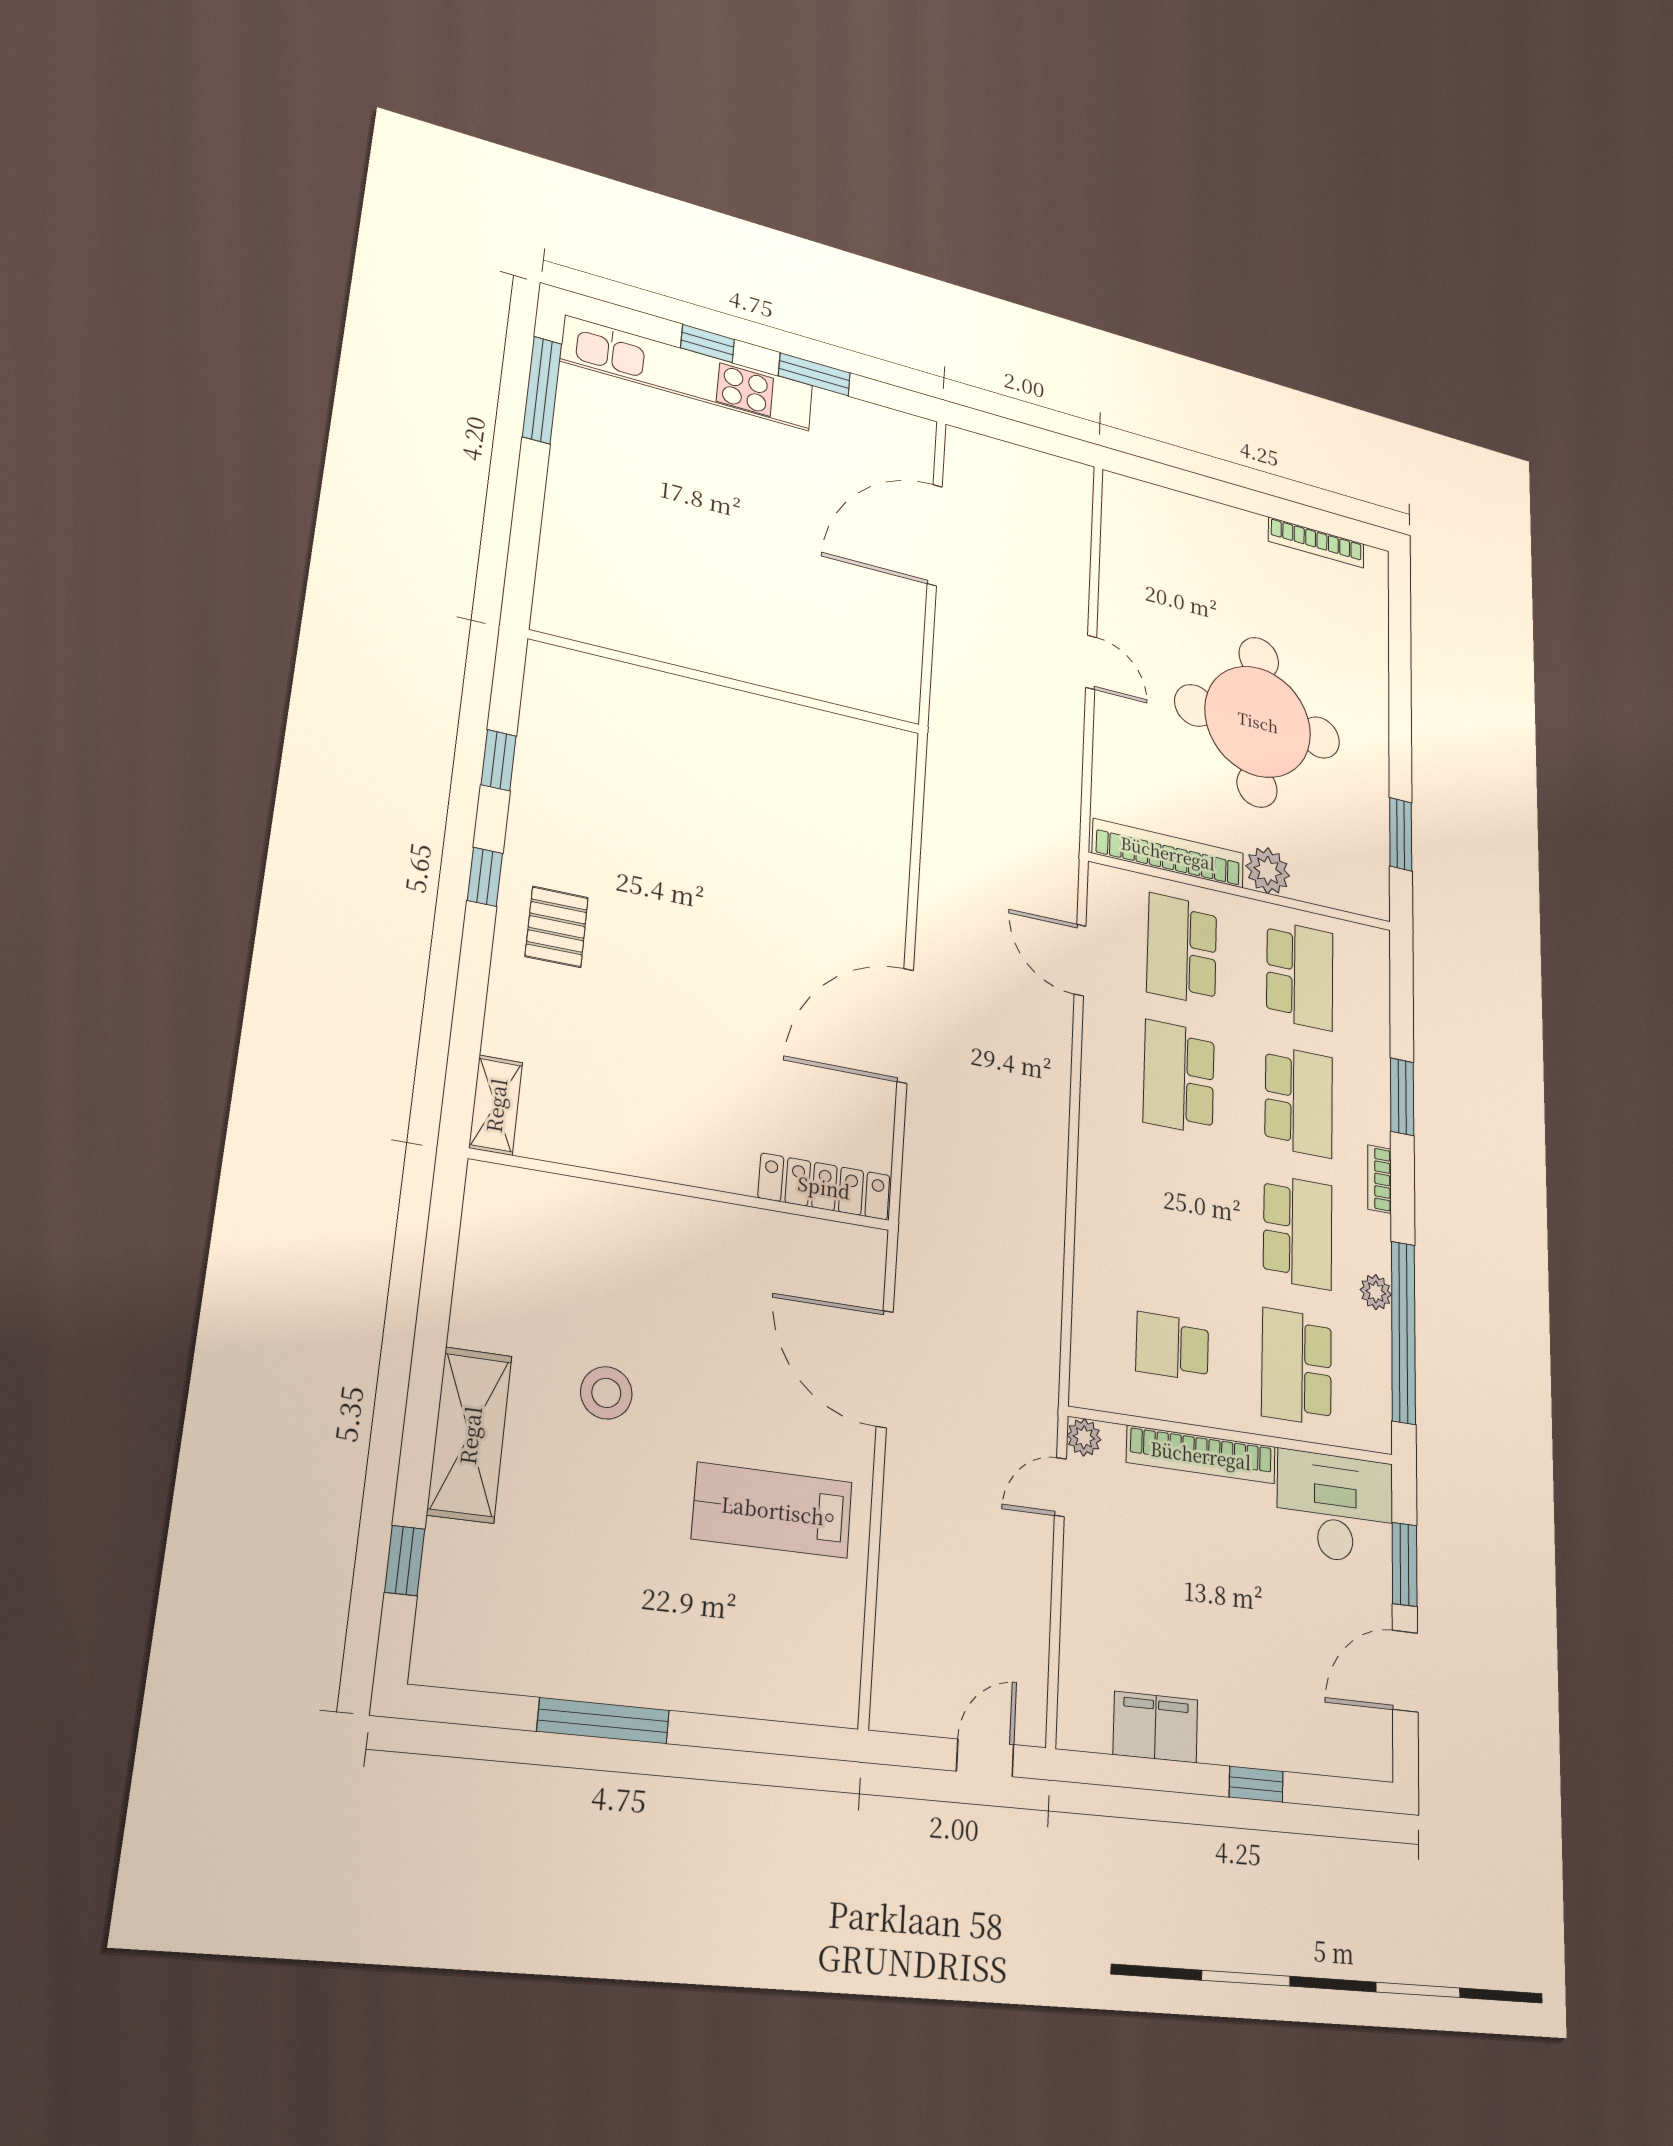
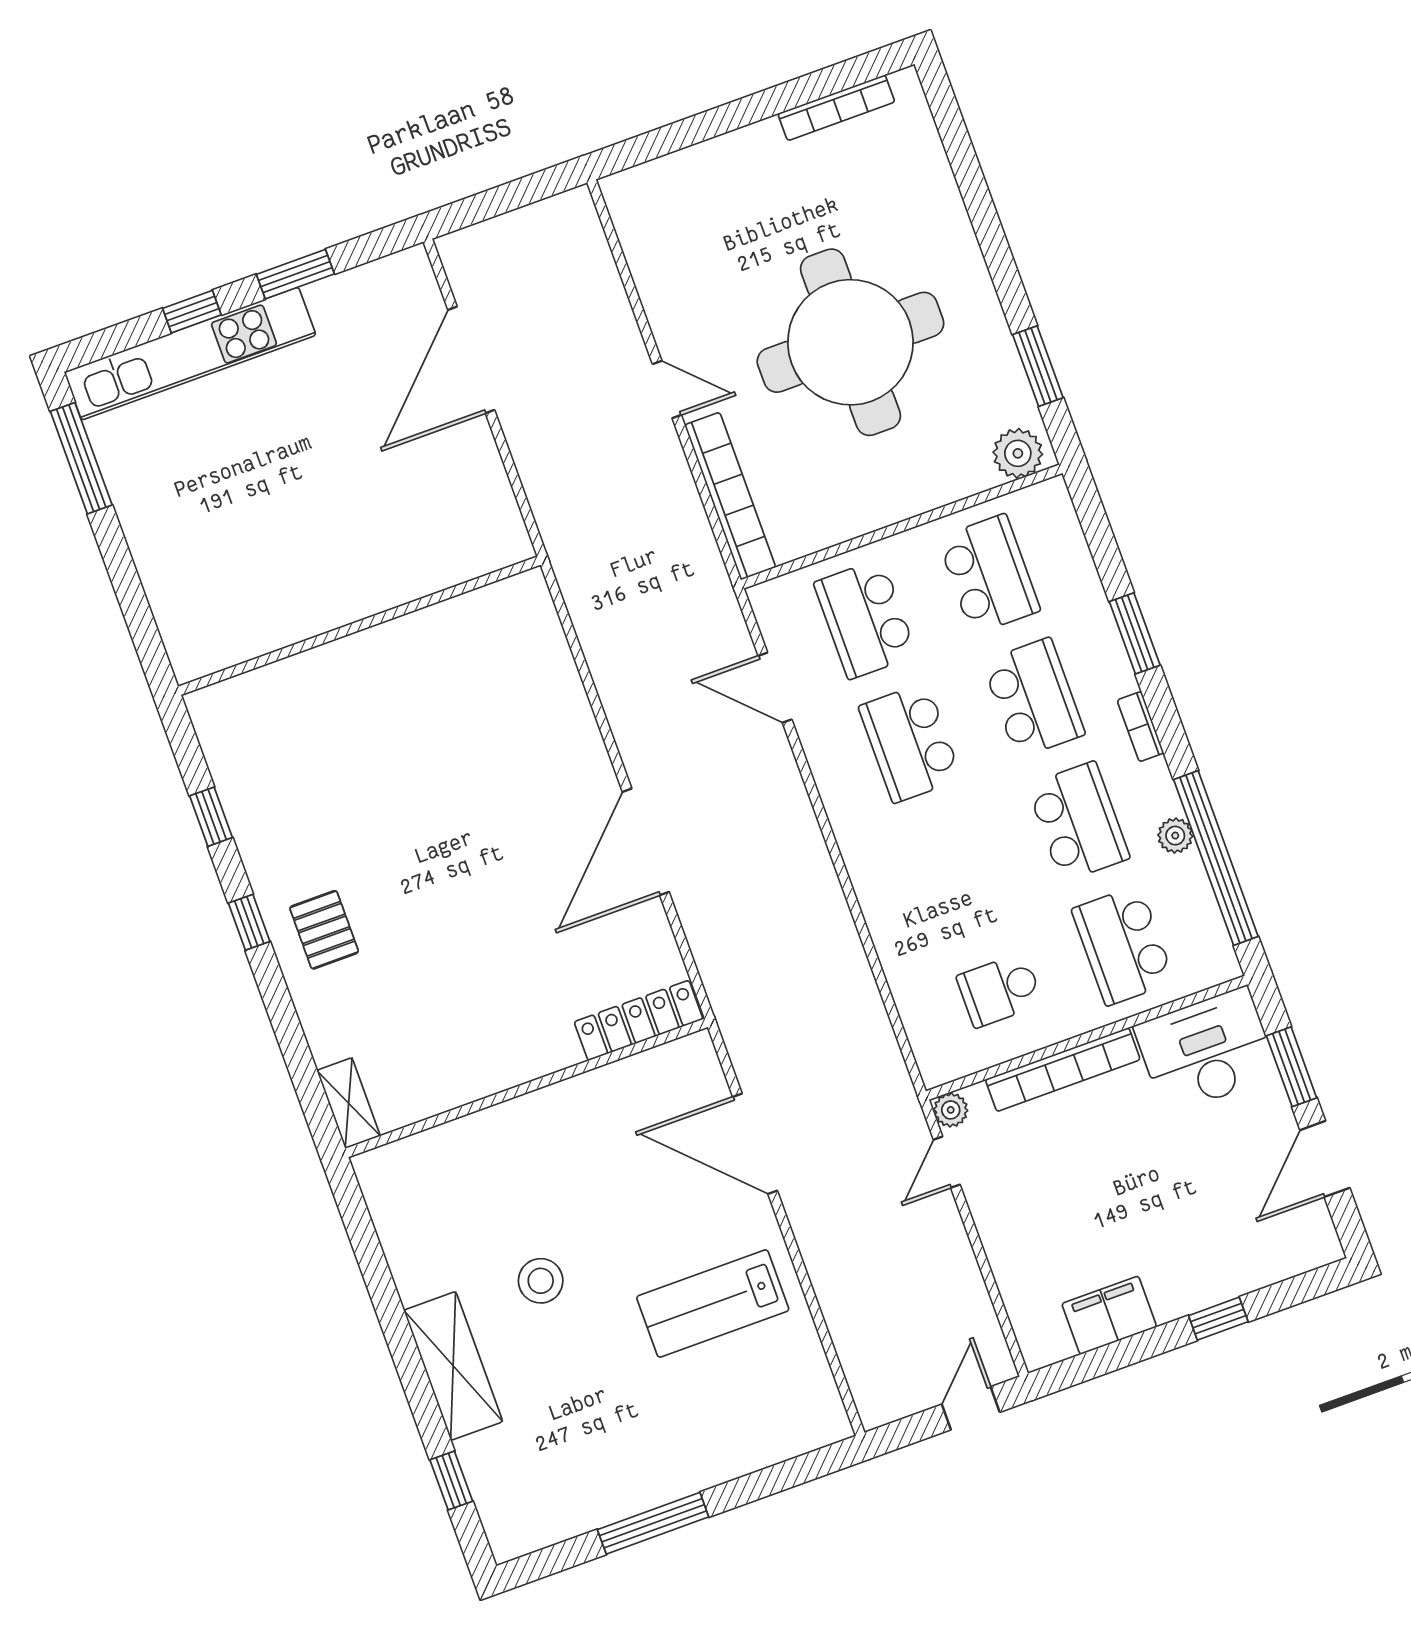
bookcase: (1168, 853) -> (730, 496), moved, turned 90
plant: (1268, 871) -> (1018, 453), moved

